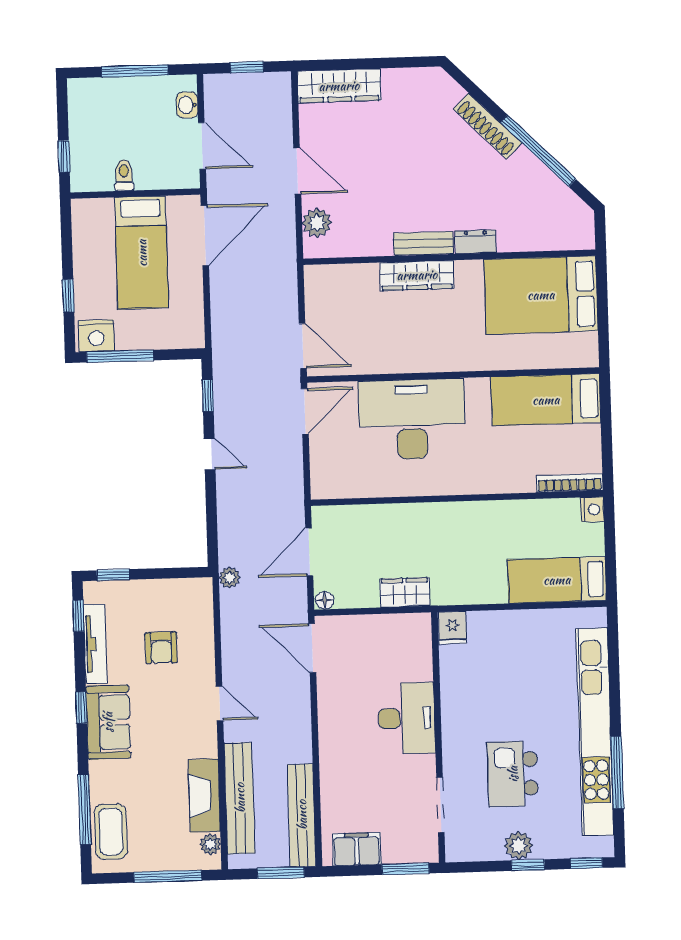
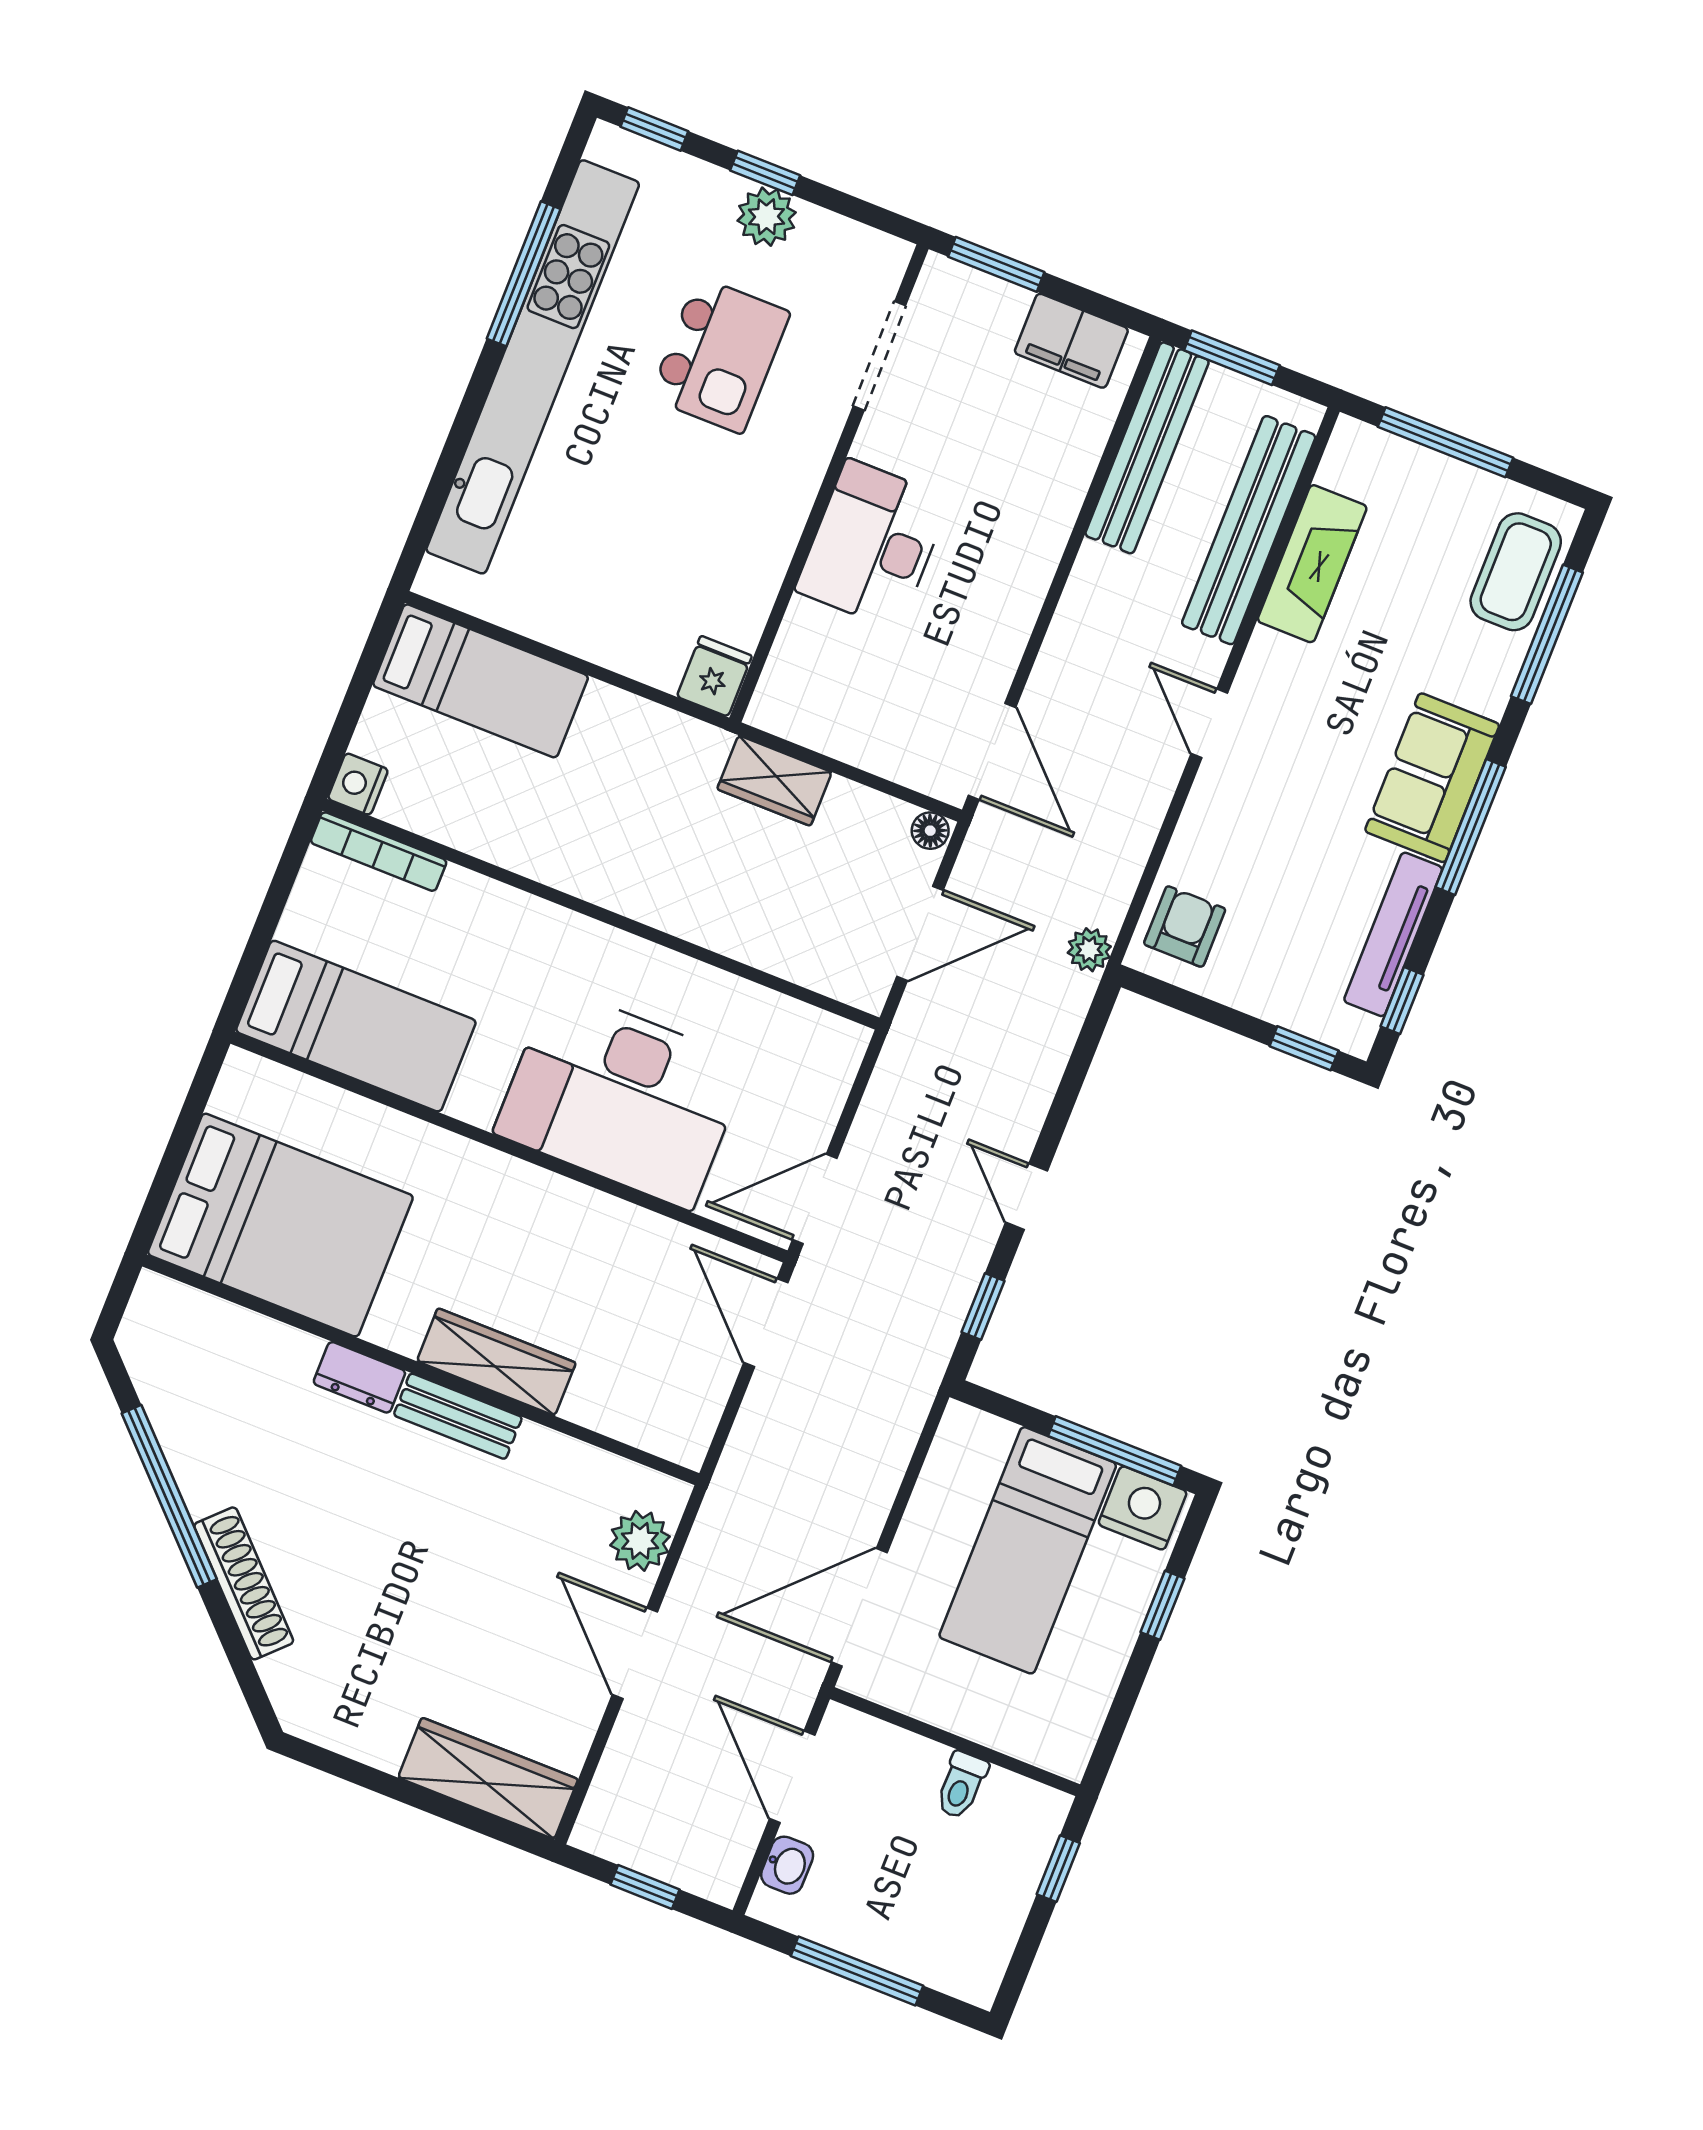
bed: (142, 253) -> (1028, 1550), moved, turned 180
armchair: (161, 648) -> (1185, 927), moved
window: (81, 708) -> (1471, 827), width x2.17
plant: (210, 844) -> (1340, 468), removed

